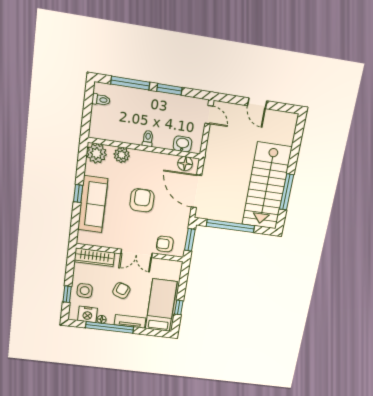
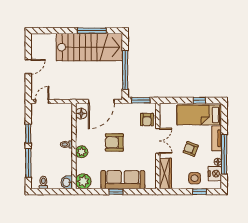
washbasin: (182, 144) -> (67, 182), moved
plant: (122, 155) -> (82, 152), moved

